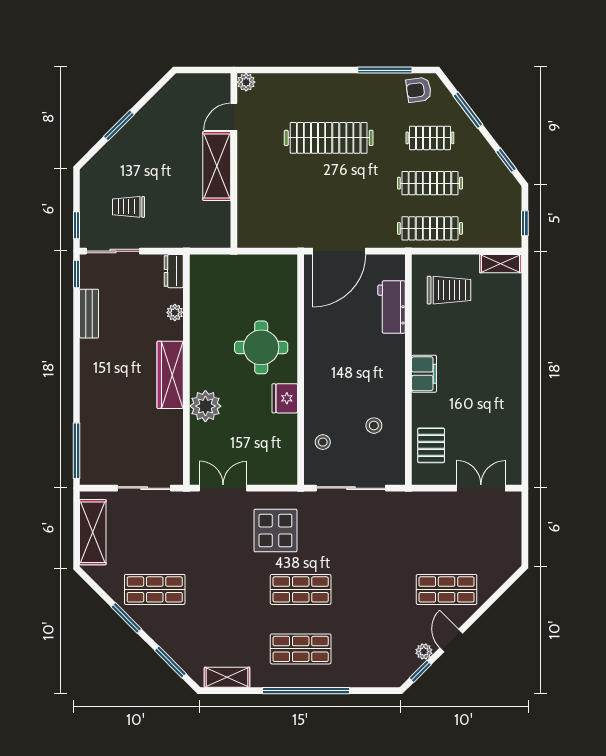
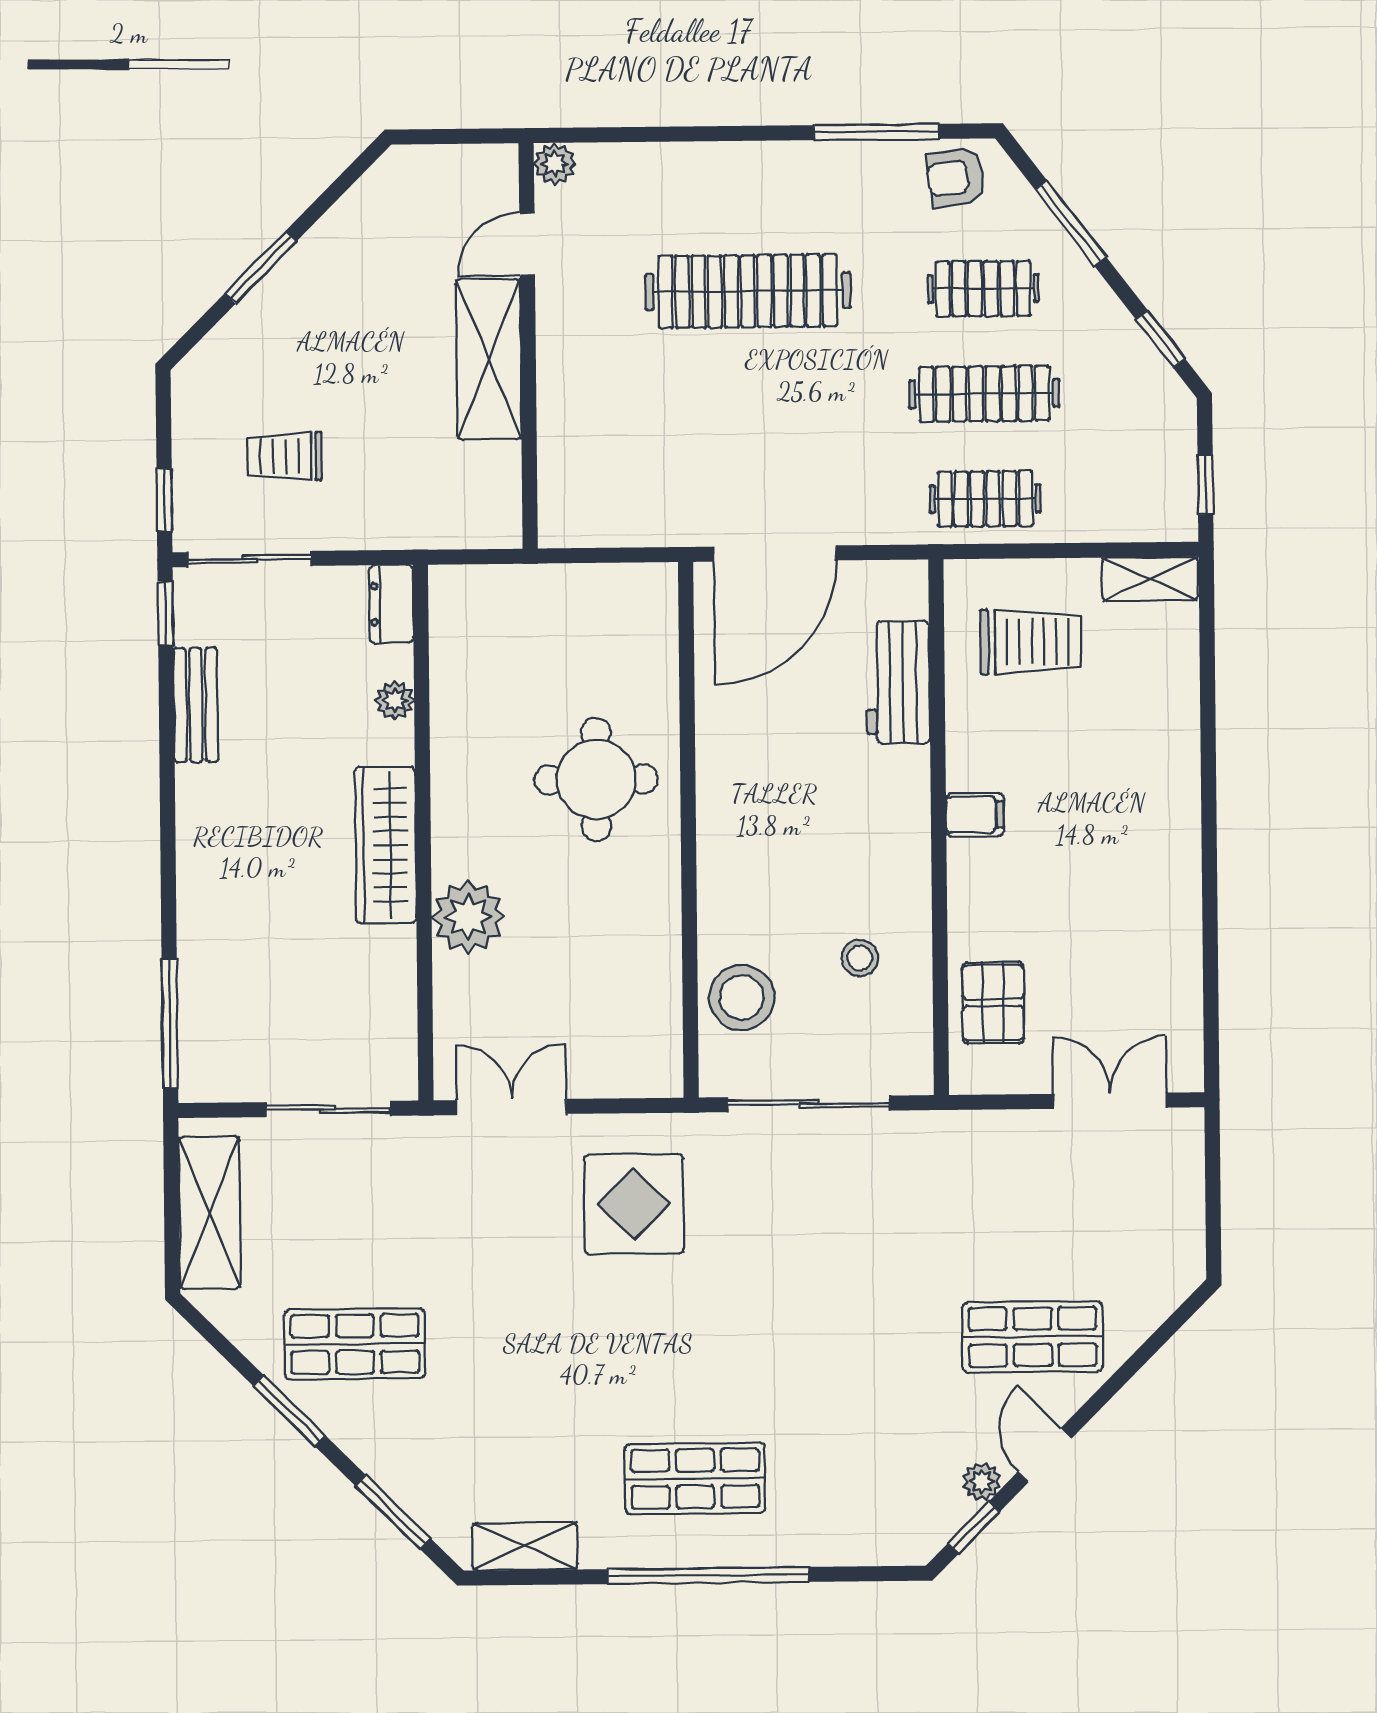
clothes rail: (430, 228) -> (985, 499), width x0.73
filing cabinet: (424, 374) -> (975, 815), width x0.50
fridge: (285, 398) -> (652, 897), removed
stool: (323, 442) -> (742, 998), width x1.89, depth x1.89
shop shelf: (301, 589) -> (694, 1340), removed

